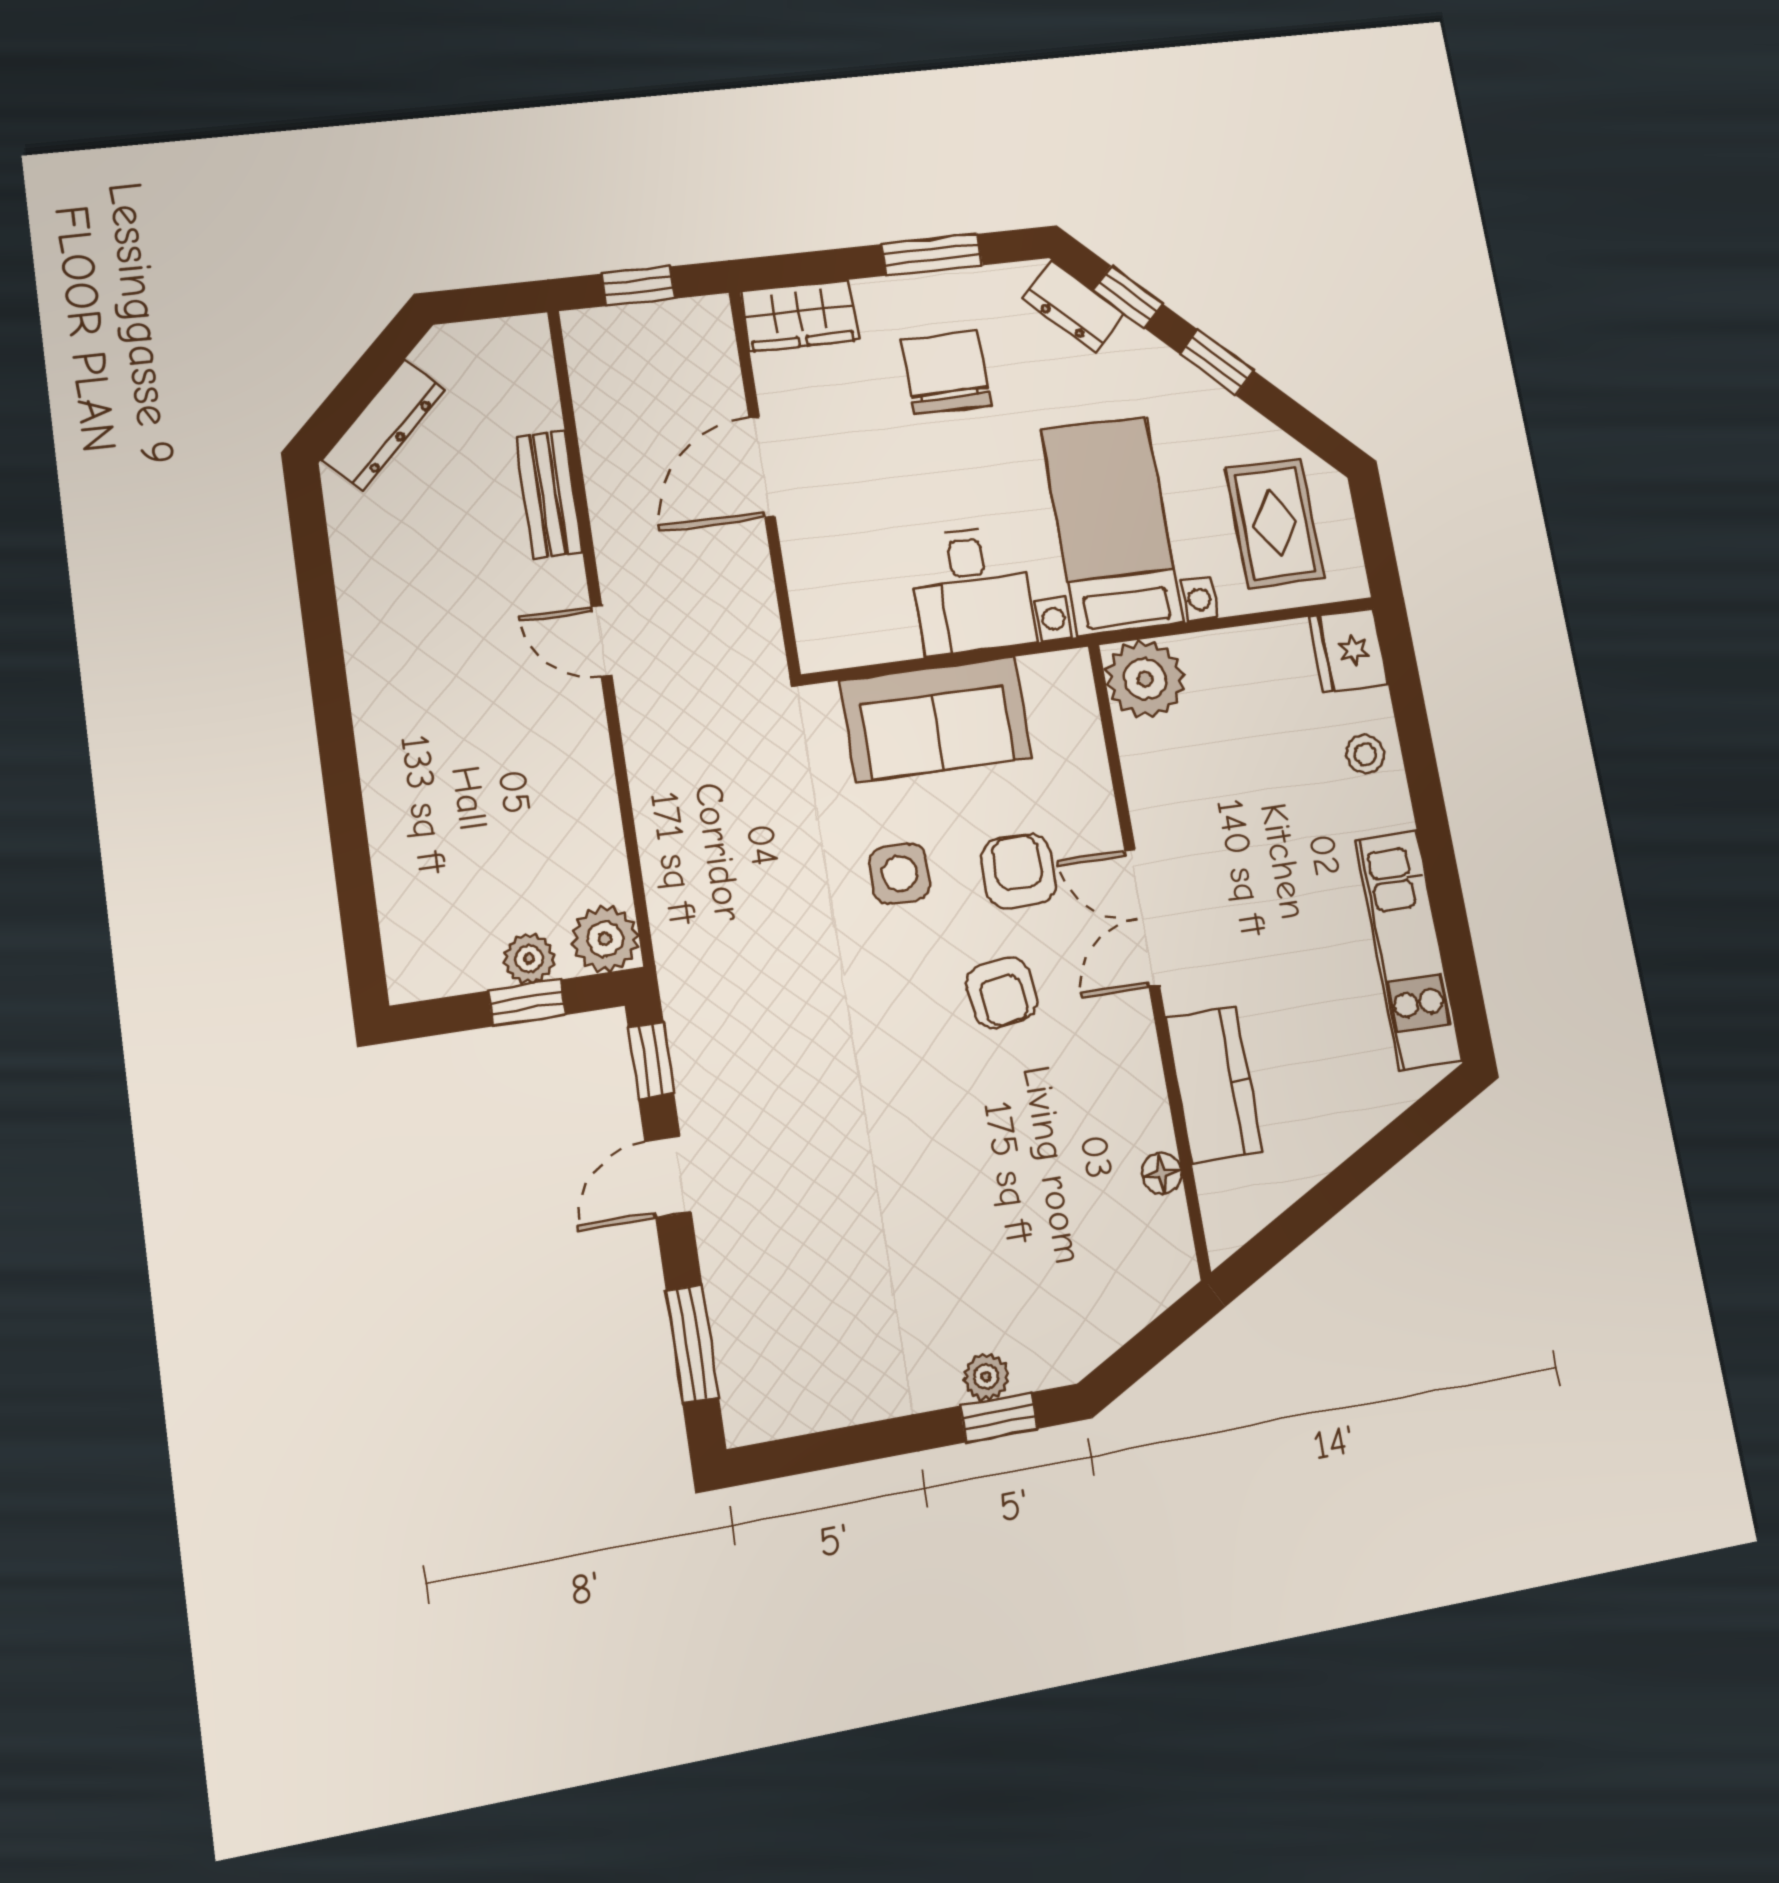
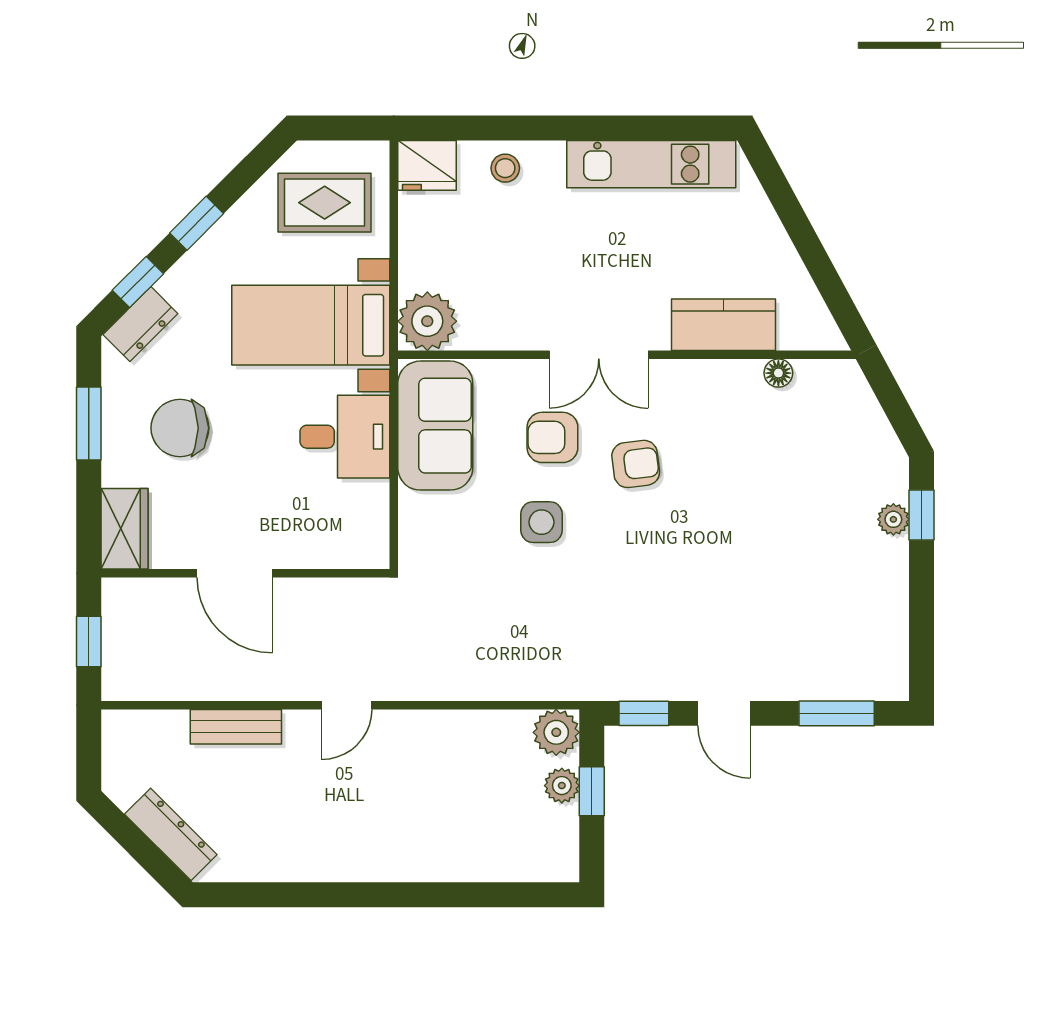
sofa: (936, 719) -> (435, 426), moved

